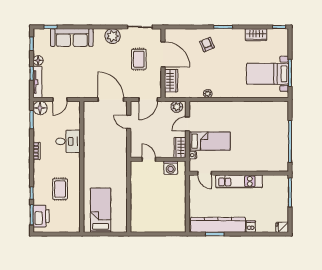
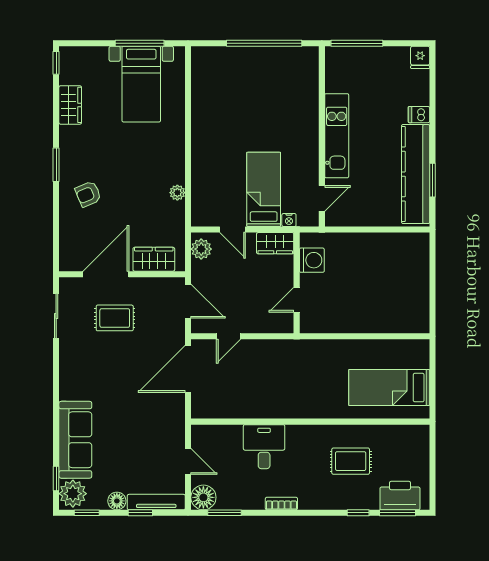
plant: (113, 36) -> (73, 494), moved

